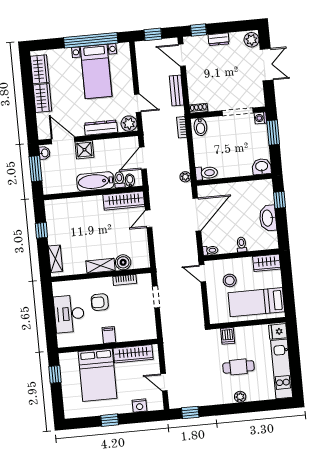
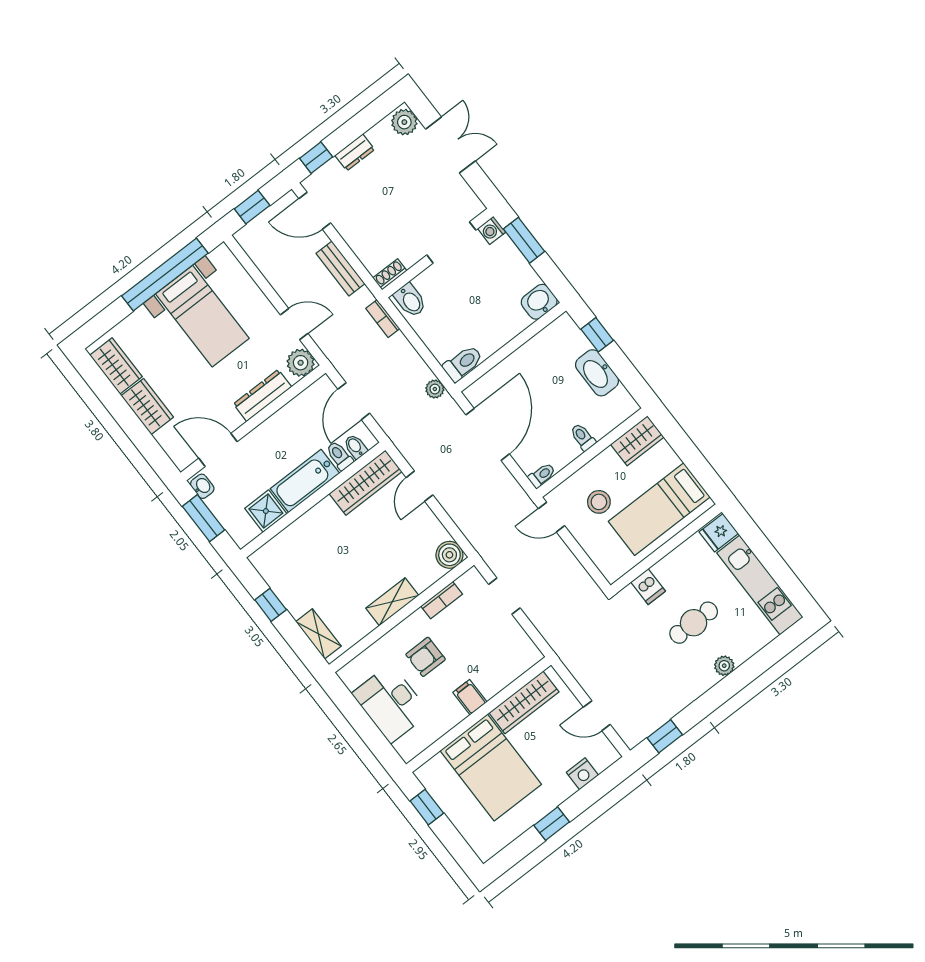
shower: (84, 150) -> (266, 511), moved
boiler: (123, 262) -> (449, 555), moved

